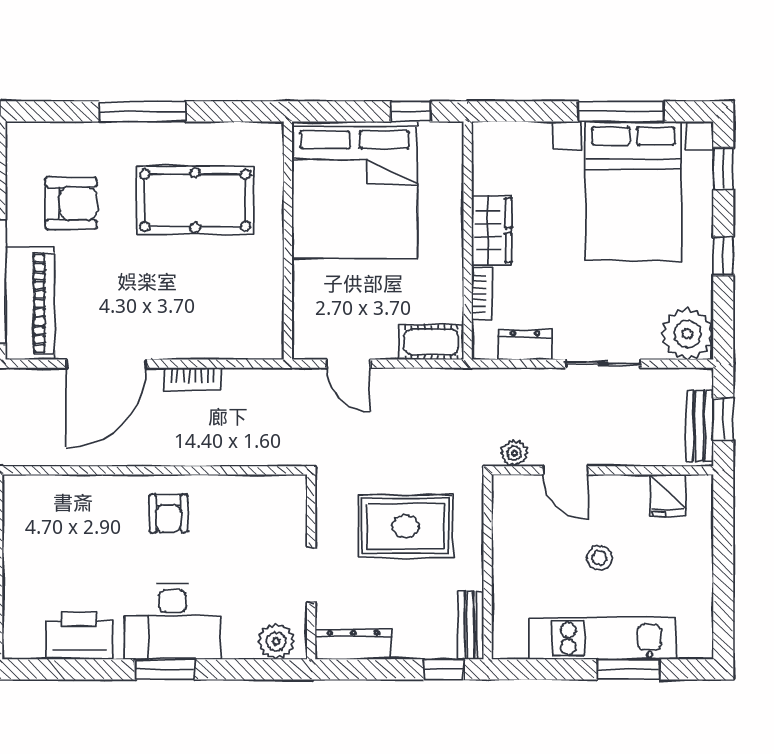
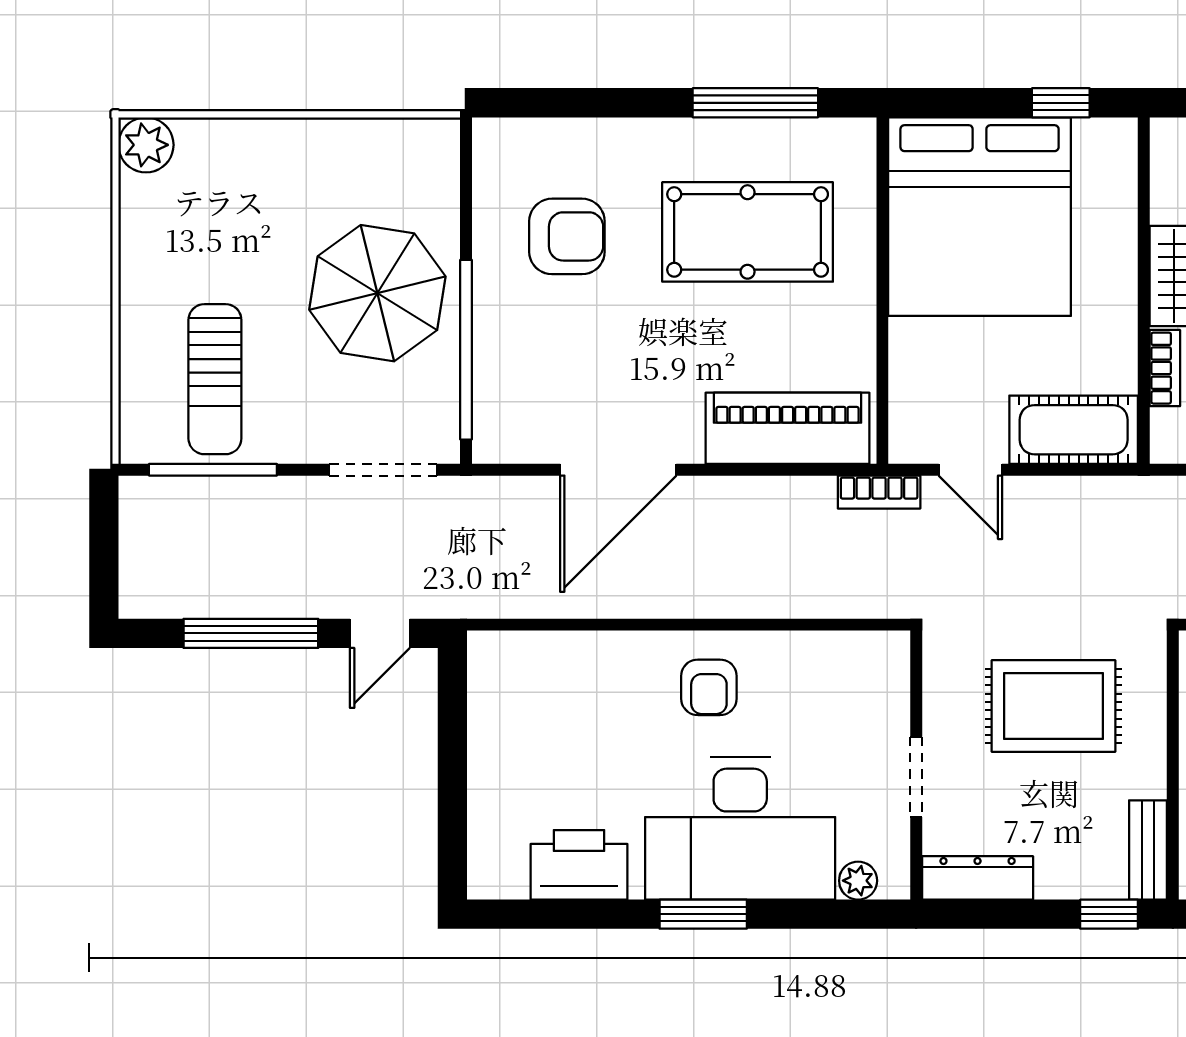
window: (143, 111) -> (755, 103), moved
piano: (30, 303) -> (788, 428), moved, turned -90
cot: (431, 342) -> (1074, 430), width x1.37, depth x1.34
bookcase: (192, 379) -> (879, 492), moved
desk: (173, 622) -> (740, 828), width x1.36, depth x1.30
plant: (276, 641) -> (858, 881), width x0.73, depth x0.73

